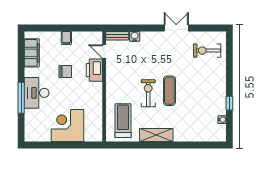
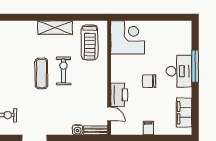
chair: (65, 71) -> (149, 81), moved
exercise bike: (148, 93) -> (63, 71), turned 180
corner desk: (67, 126) -> (128, 37), moved, turned -90

